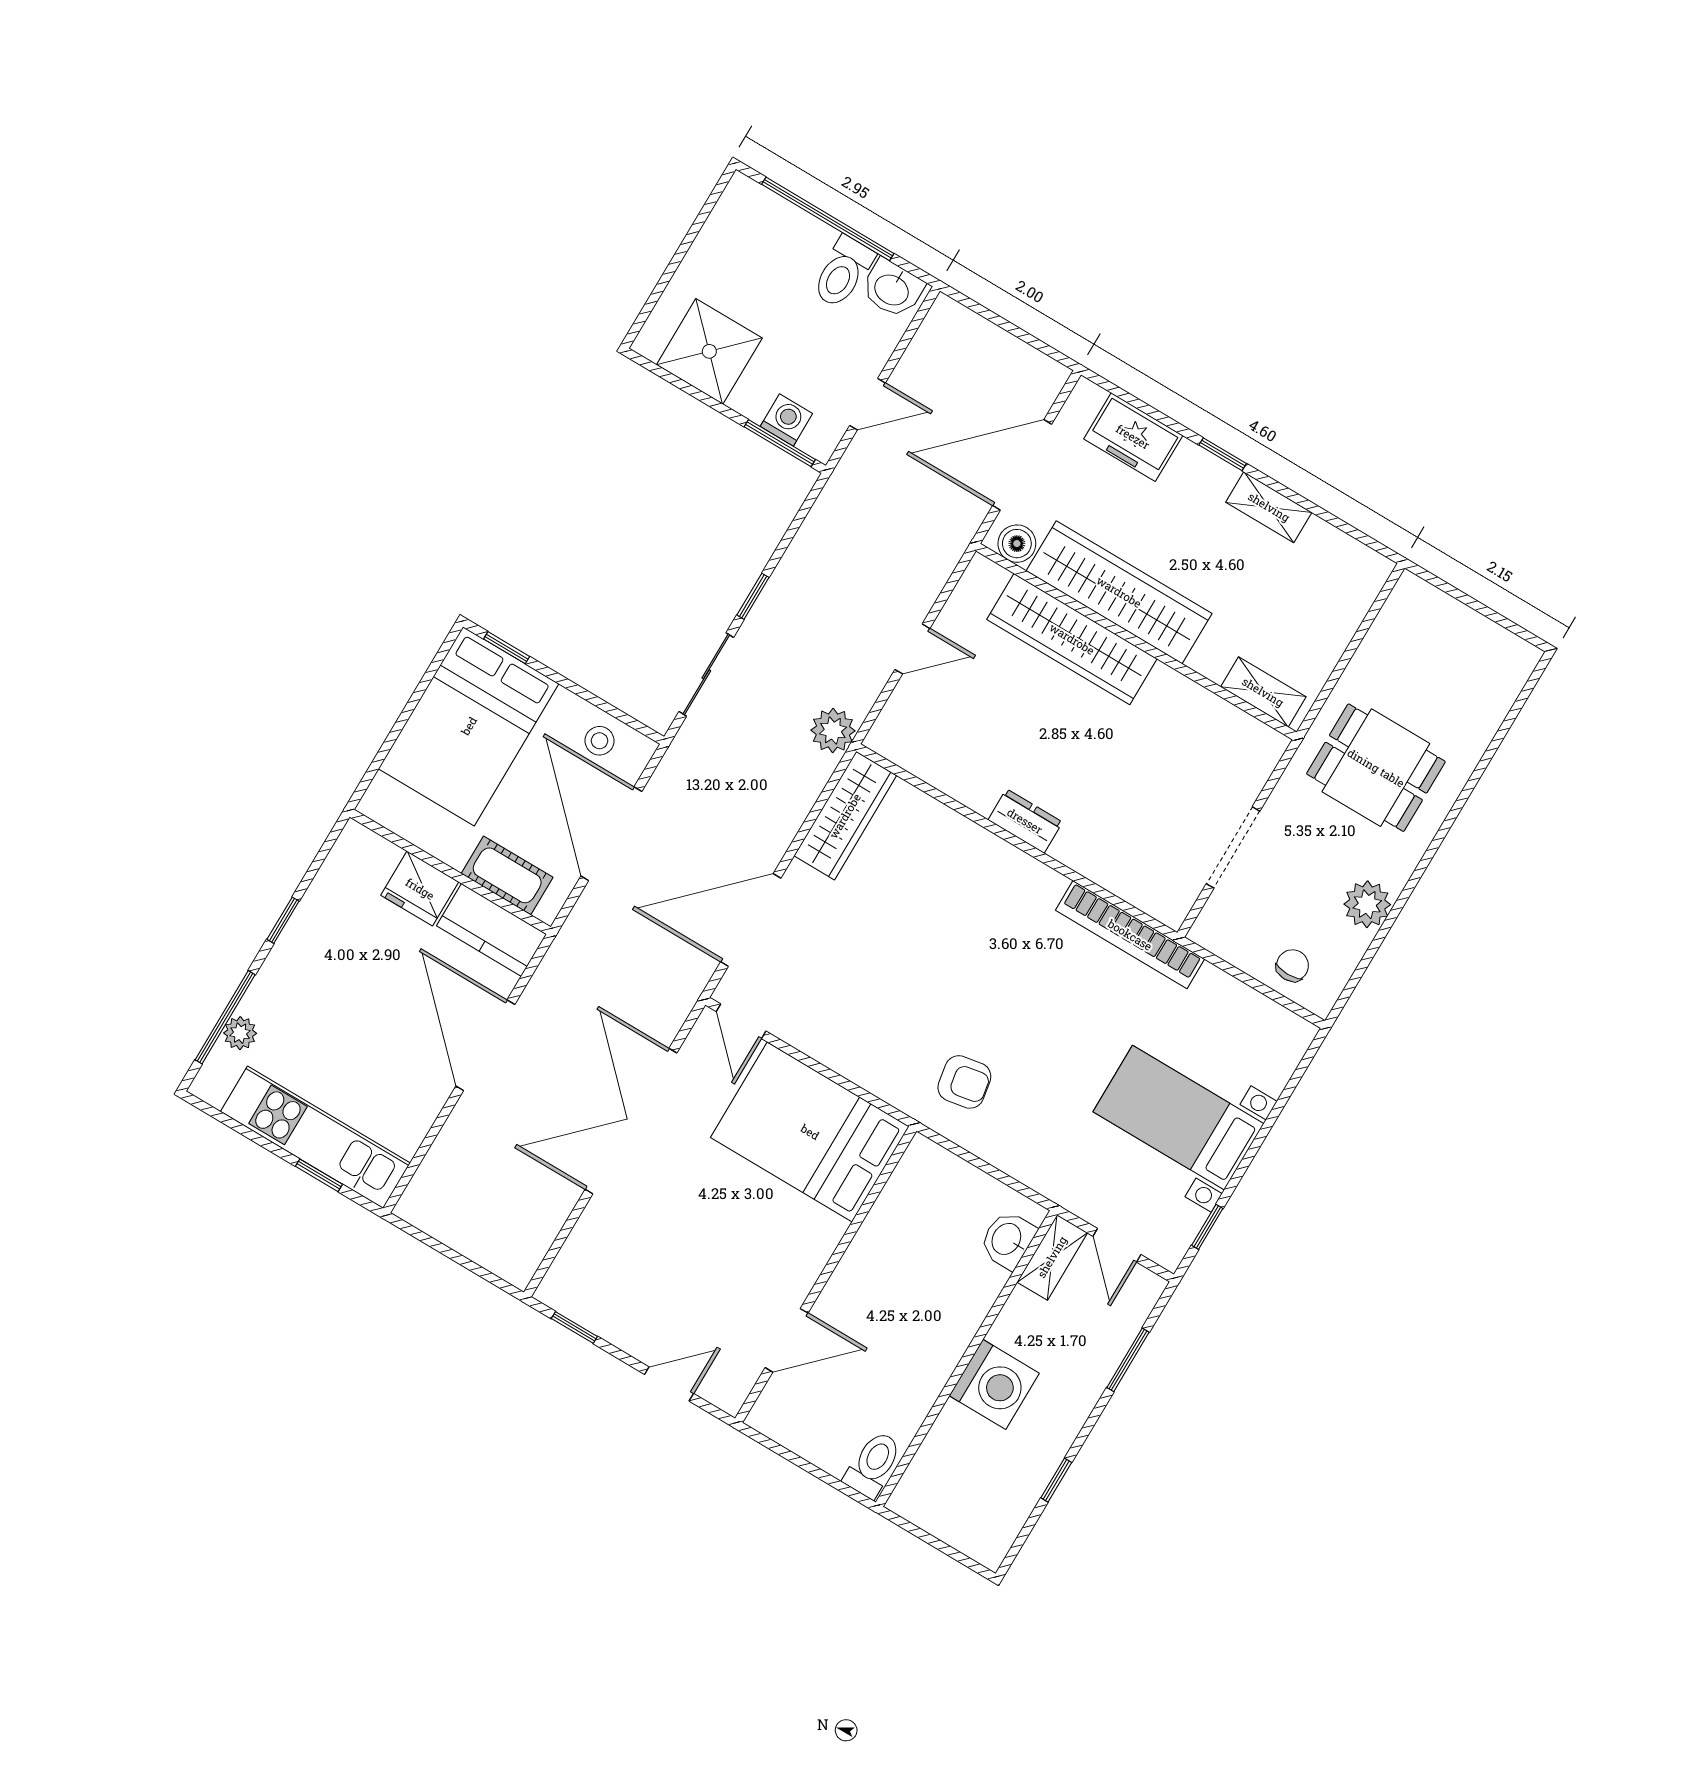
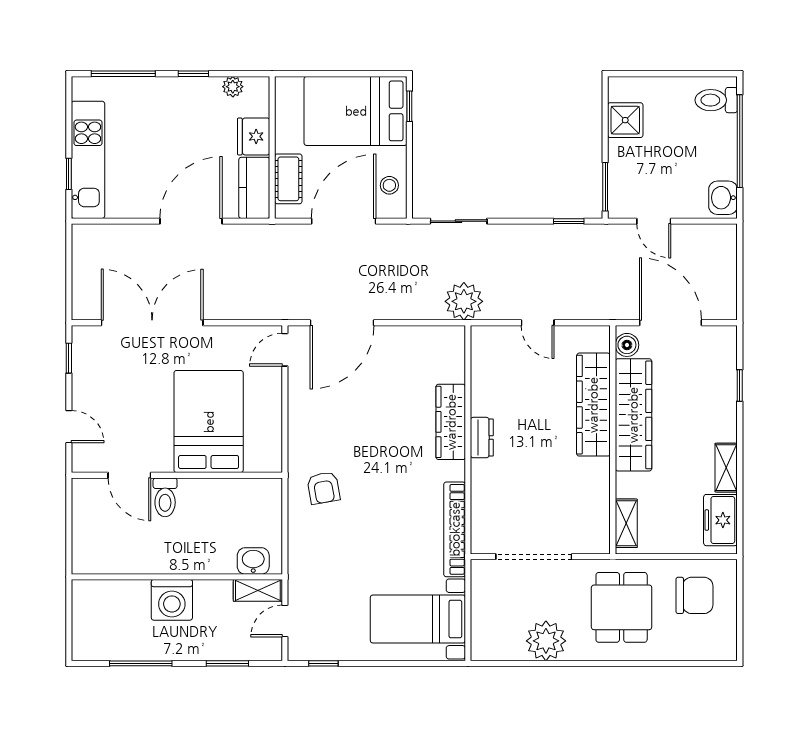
toilet: (843, 272) -> (716, 100), moved
shower: (709, 351) -> (625, 120), width x0.73, depth x0.73
washing machine: (786, 420) -> (620, 183), removed
freezer: (1133, 437) -> (720, 520), moved
window: (1223, 454) -> (740, 385), moved
window: (753, 596) -> (569, 221), moved
plant: (833, 731) -> (464, 301), width x1.36, depth x1.36
wardrobe: (845, 816) -> (451, 422), moved, turned 90
doorway: (1233, 847) -> (534, 557), width x1.36
plant: (1367, 904) -> (546, 641), width x1.36, depth x1.36
door: (751, 920) -> (342, 323), swing flipped
chair: (1292, 966) -> (694, 595), moved, width x1.87, depth x1.87
plant: (240, 1033) -> (233, 87), moved
bed with nightstands: (1178, 1118) -> (418, 619), moved, turned -90
double door: (631, 1121) -> (152, 323), moved
bed: (810, 1132) -> (209, 422), moved
toilet: (873, 1464) -> (165, 497), moved, turned 90
window: (1056, 1480) -> (141, 663), width x2.17

